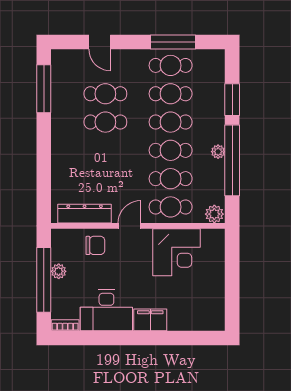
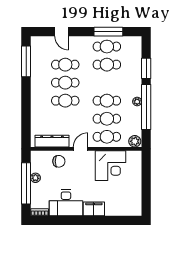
cafe table: (171, 122) -> (65, 101), moved

